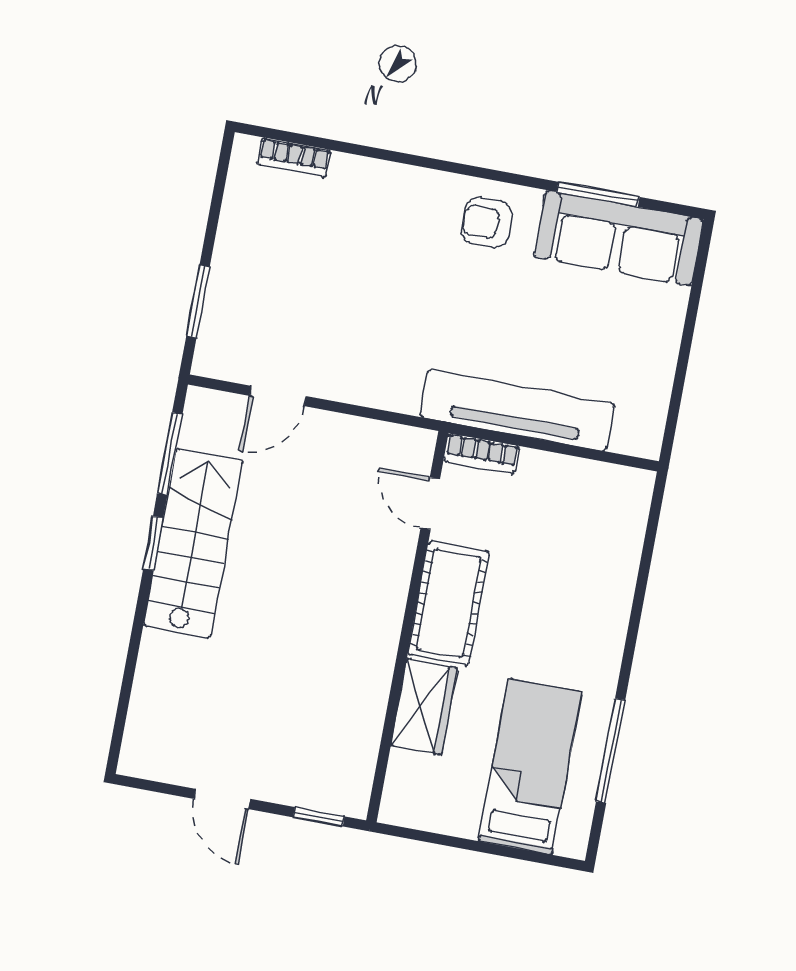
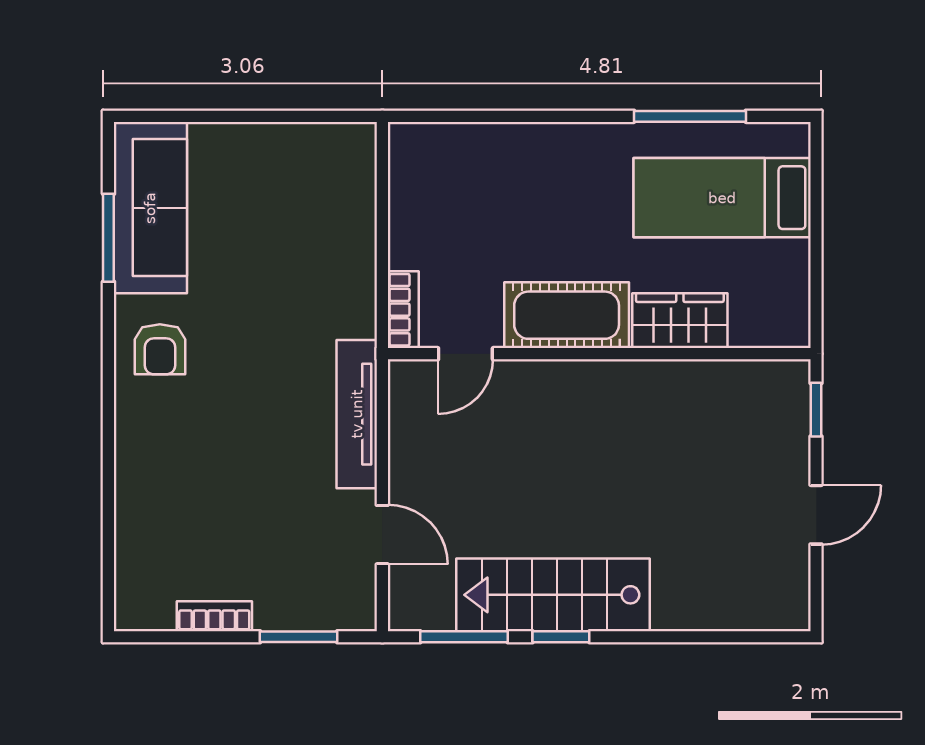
bookcase: (294, 158) -> (214, 616), moved, turned -90
tv unit: (517, 410) -> (357, 414), moved, width x0.73, depth x0.78

